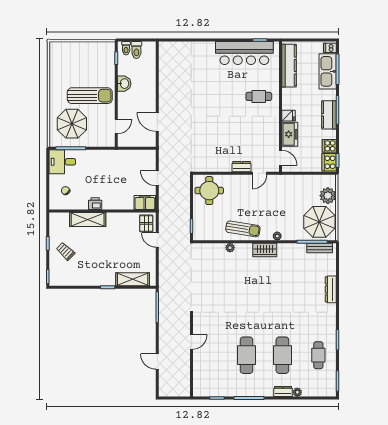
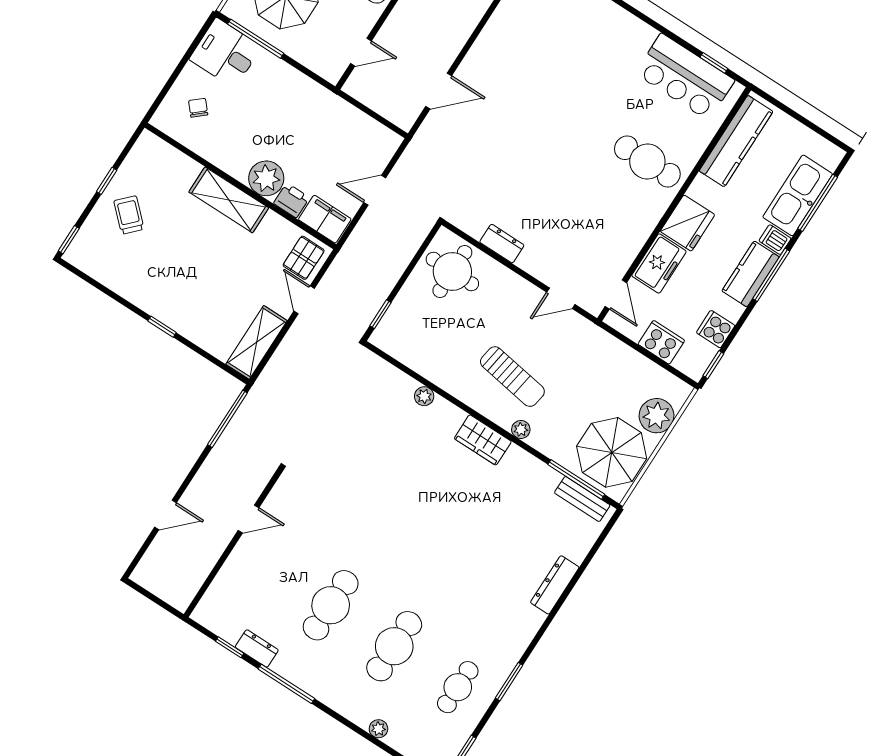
dishwasher: (330, 48) -> (775, 240), moved
bar counter: (244, 53) -> (685, 77), width x0.73
cafe table: (259, 96) -> (647, 161), width x1.37, depth x1.35
fridge: (288, 116) -> (687, 223), width x1.88, depth x1.34
door: (157, 122) -> (439, 91), swing flipped
cooker: (329, 162) -> (661, 342), moved, turned 90
dresser: (242, 167) -> (502, 244), moved
door: (157, 178) -> (375, 190), hinge flipped
plant: (111, 201) -> (266, 178), added
printer: (95, 204) -> (292, 200), moved
shelving: (88, 220) -> (229, 200), moved
sun lounger: (243, 229) -> (512, 377), moved
shelving: (133, 279) -> (256, 342), moved, turned 90
door: (157, 362) -> (165, 515), swing flipped
dresser: (283, 391) -> (257, 648), moved

